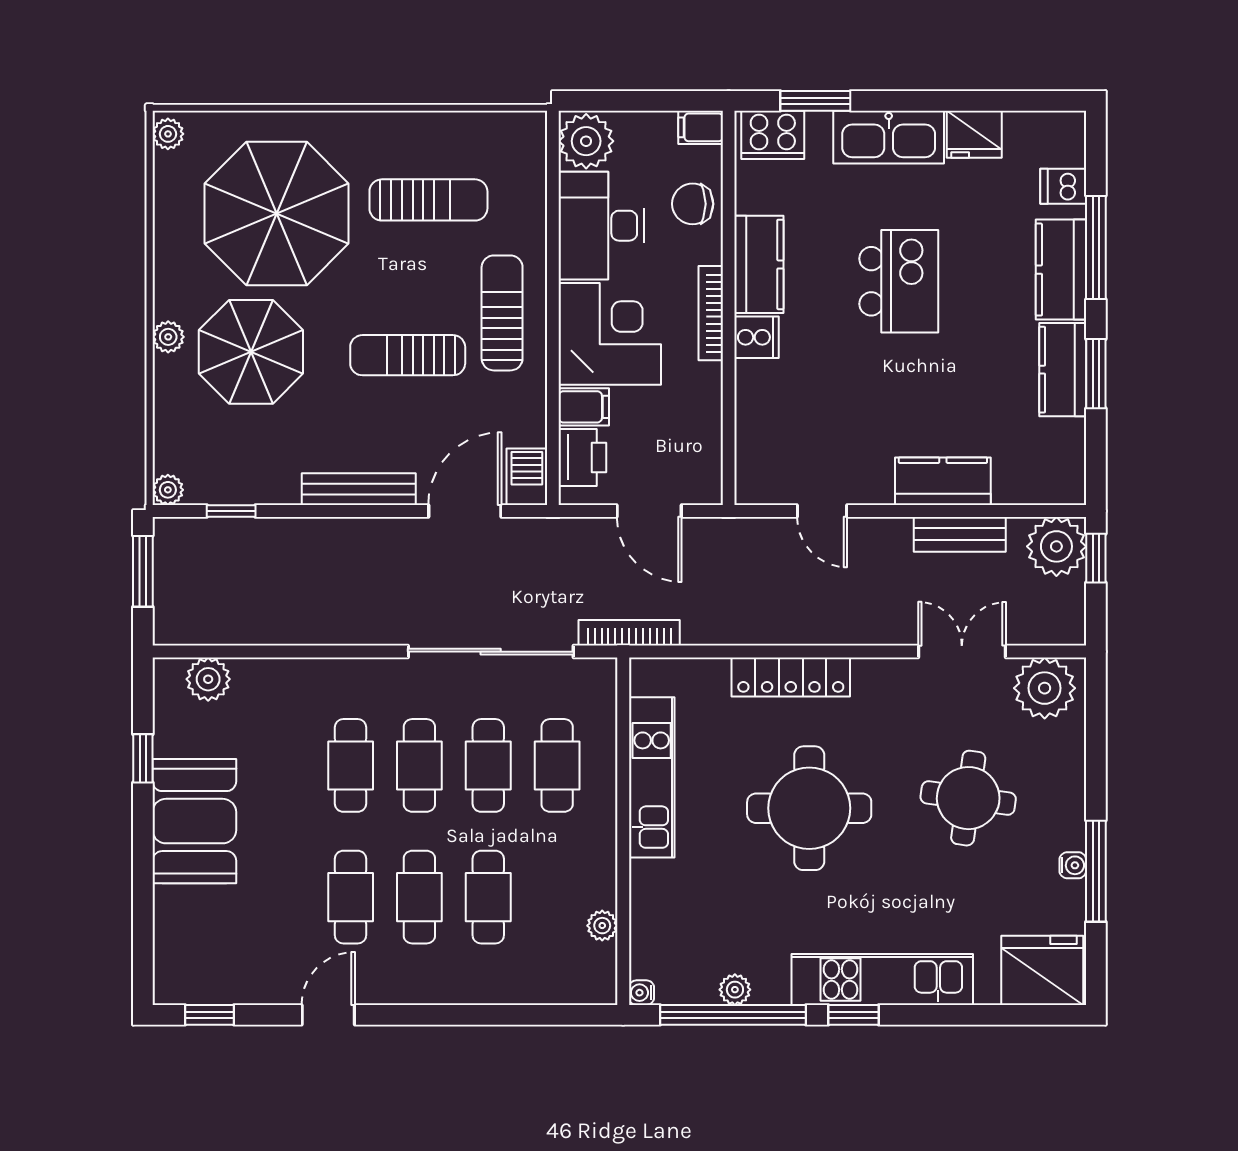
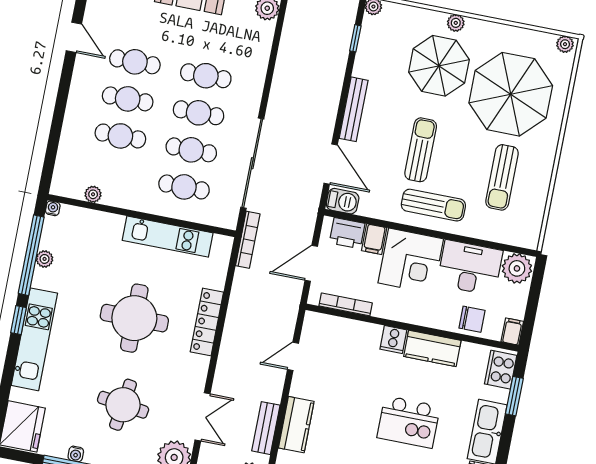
chair: (693, 204) -> (472, 319), turned 90
bookcase: (711, 313) -> (346, 304), moved

